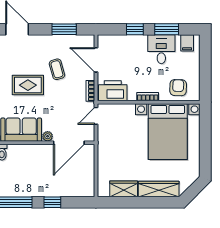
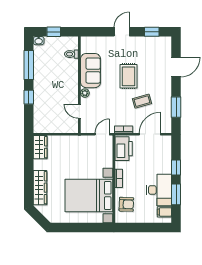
desk: (161, 49) -> (159, 190), width x1.37
door: (96, 116) -> (102, 134), hinge flipped
door: (69, 143) -> (79, 111), width x0.53
wardrobe: (124, 189) -> (40, 147), moved

